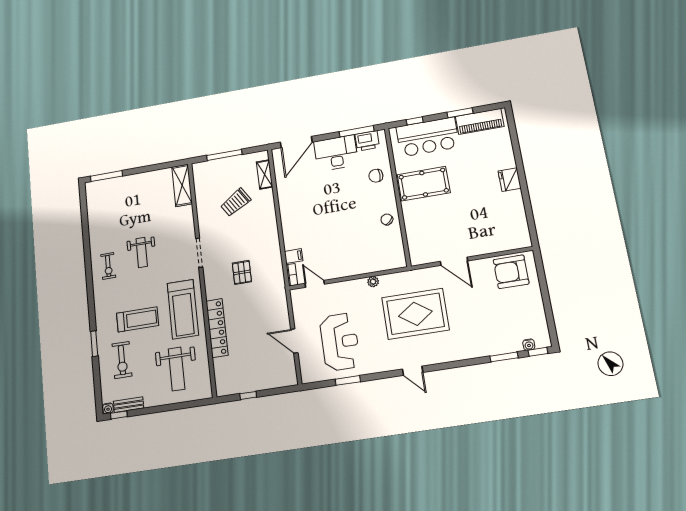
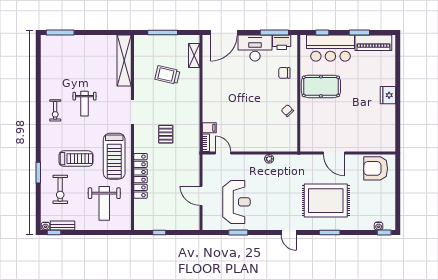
shelving: (182, 185) -> (124, 60), width x1.47
trolley: (236, 202) -> (167, 75), turned 45
rug: (415, 314) -> (326, 201), moved
window: (504, 357) -> (330, 232), moved

